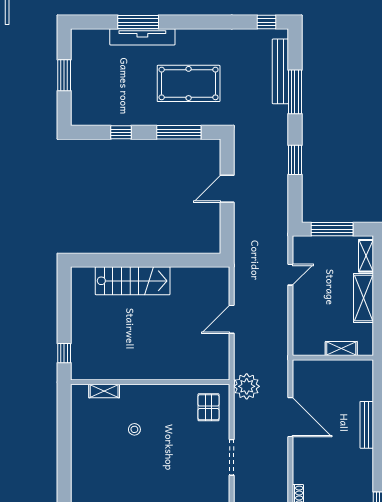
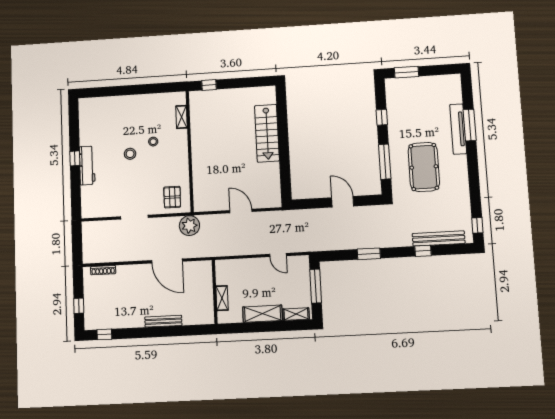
window: (64, 75) -> (407, 72), moved
window: (295, 92) -> (423, 251), width x0.46
pallet: (209, 407) -> (172, 197), turned 90
door: (290, 417) -> (167, 261), hinge flipped
stool: (149, 460) -> (130, 154), added

